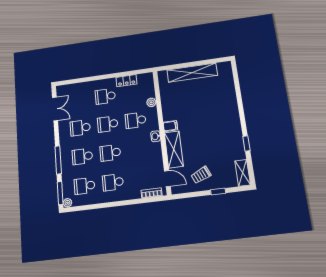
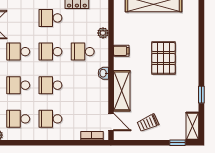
pallet: (207, 116) -> (163, 58), added
filing cabinet: (170, 126) -> (121, 51), moved
window: (218, 191) -> (177, 143), moved

